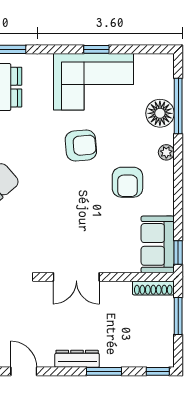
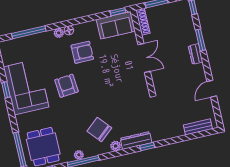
floor lamp: (160, 113) -> (69, 30), moved, width x0.53, depth x0.53
double door: (76, 277) -> (144, 58), moved
dresser: (77, 359) -> (196, 54), width x0.70

